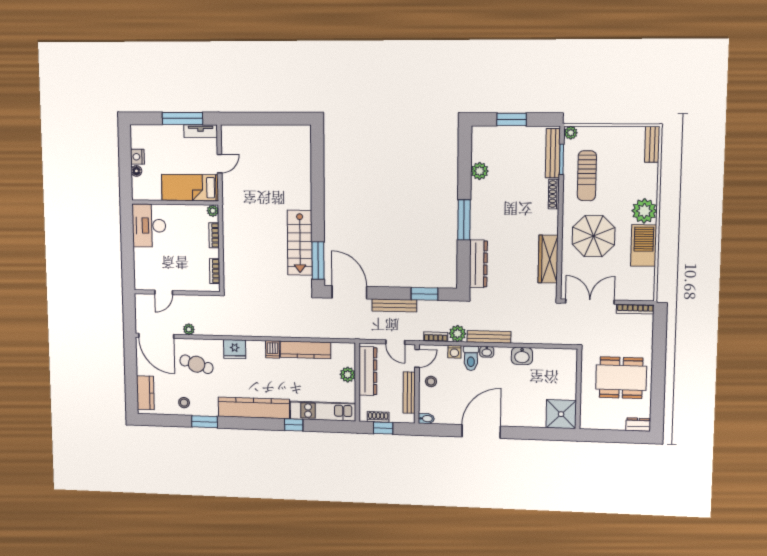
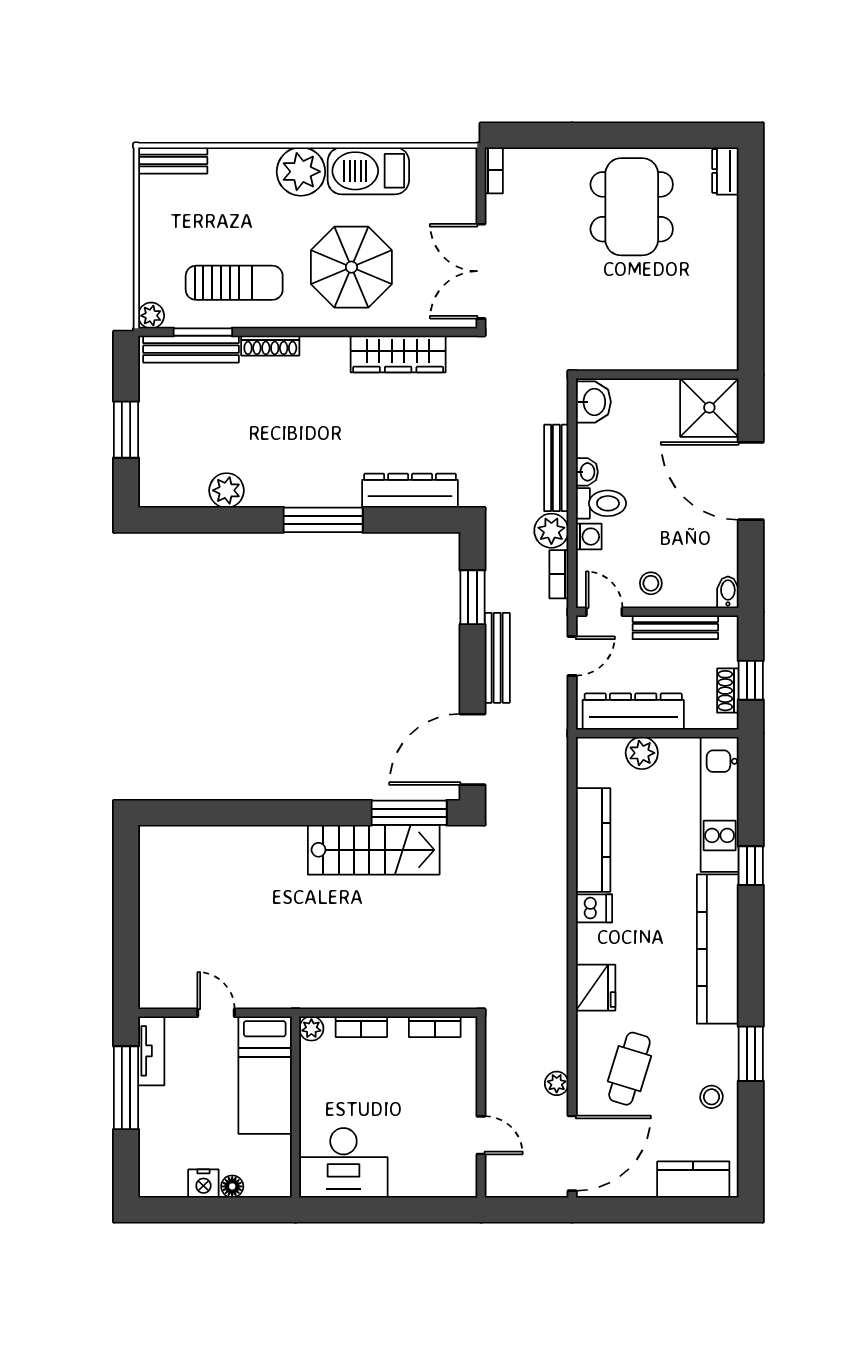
bookcase: (635, 309) -> (494, 170), width x0.64
wall: (578, 389) -> (657, 375), moved
shower: (561, 414) -> (709, 408), moved

